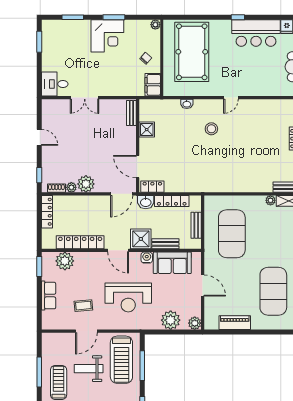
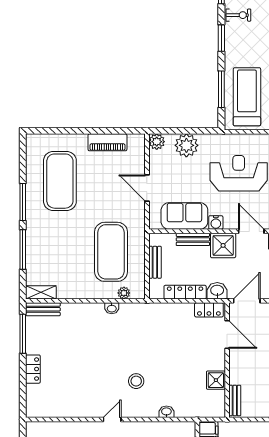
washbasin: (231, 188) -> (112, 308), added
plant: (270, 200) -> (124, 293), moved

